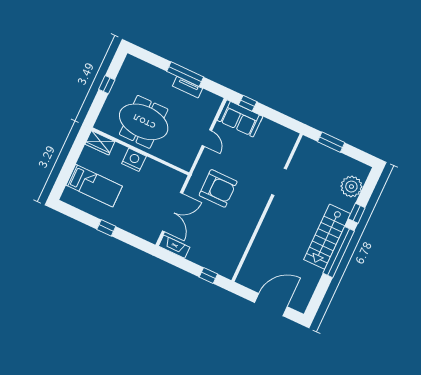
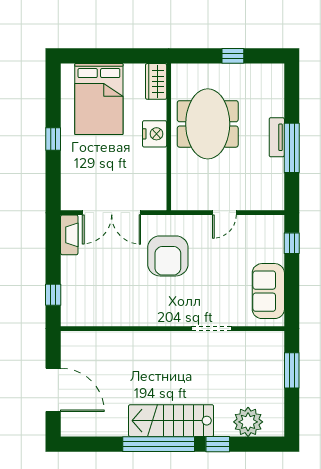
tv unit: (188, 87) -> (277, 137), moved
sofa: (240, 118) -> (268, 291), moved
bed: (94, 186) -> (99, 99), width x1.50

